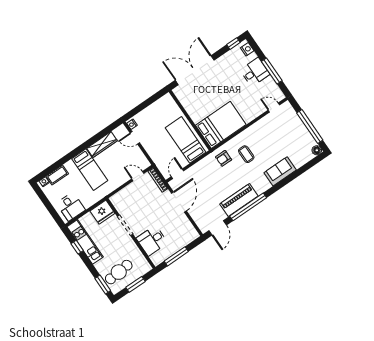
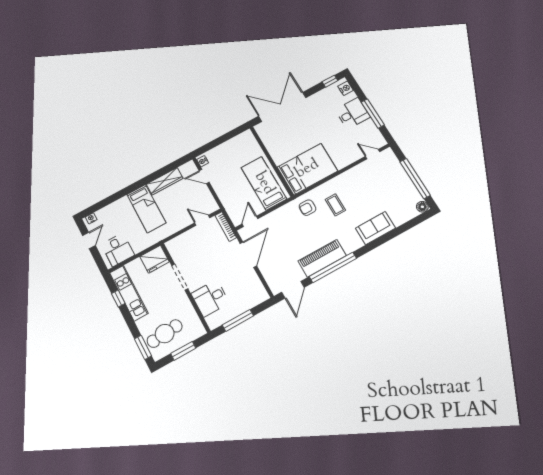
cot: (57, 175) -> (108, 212), removed
door: (45, 201) -> (89, 241), added

